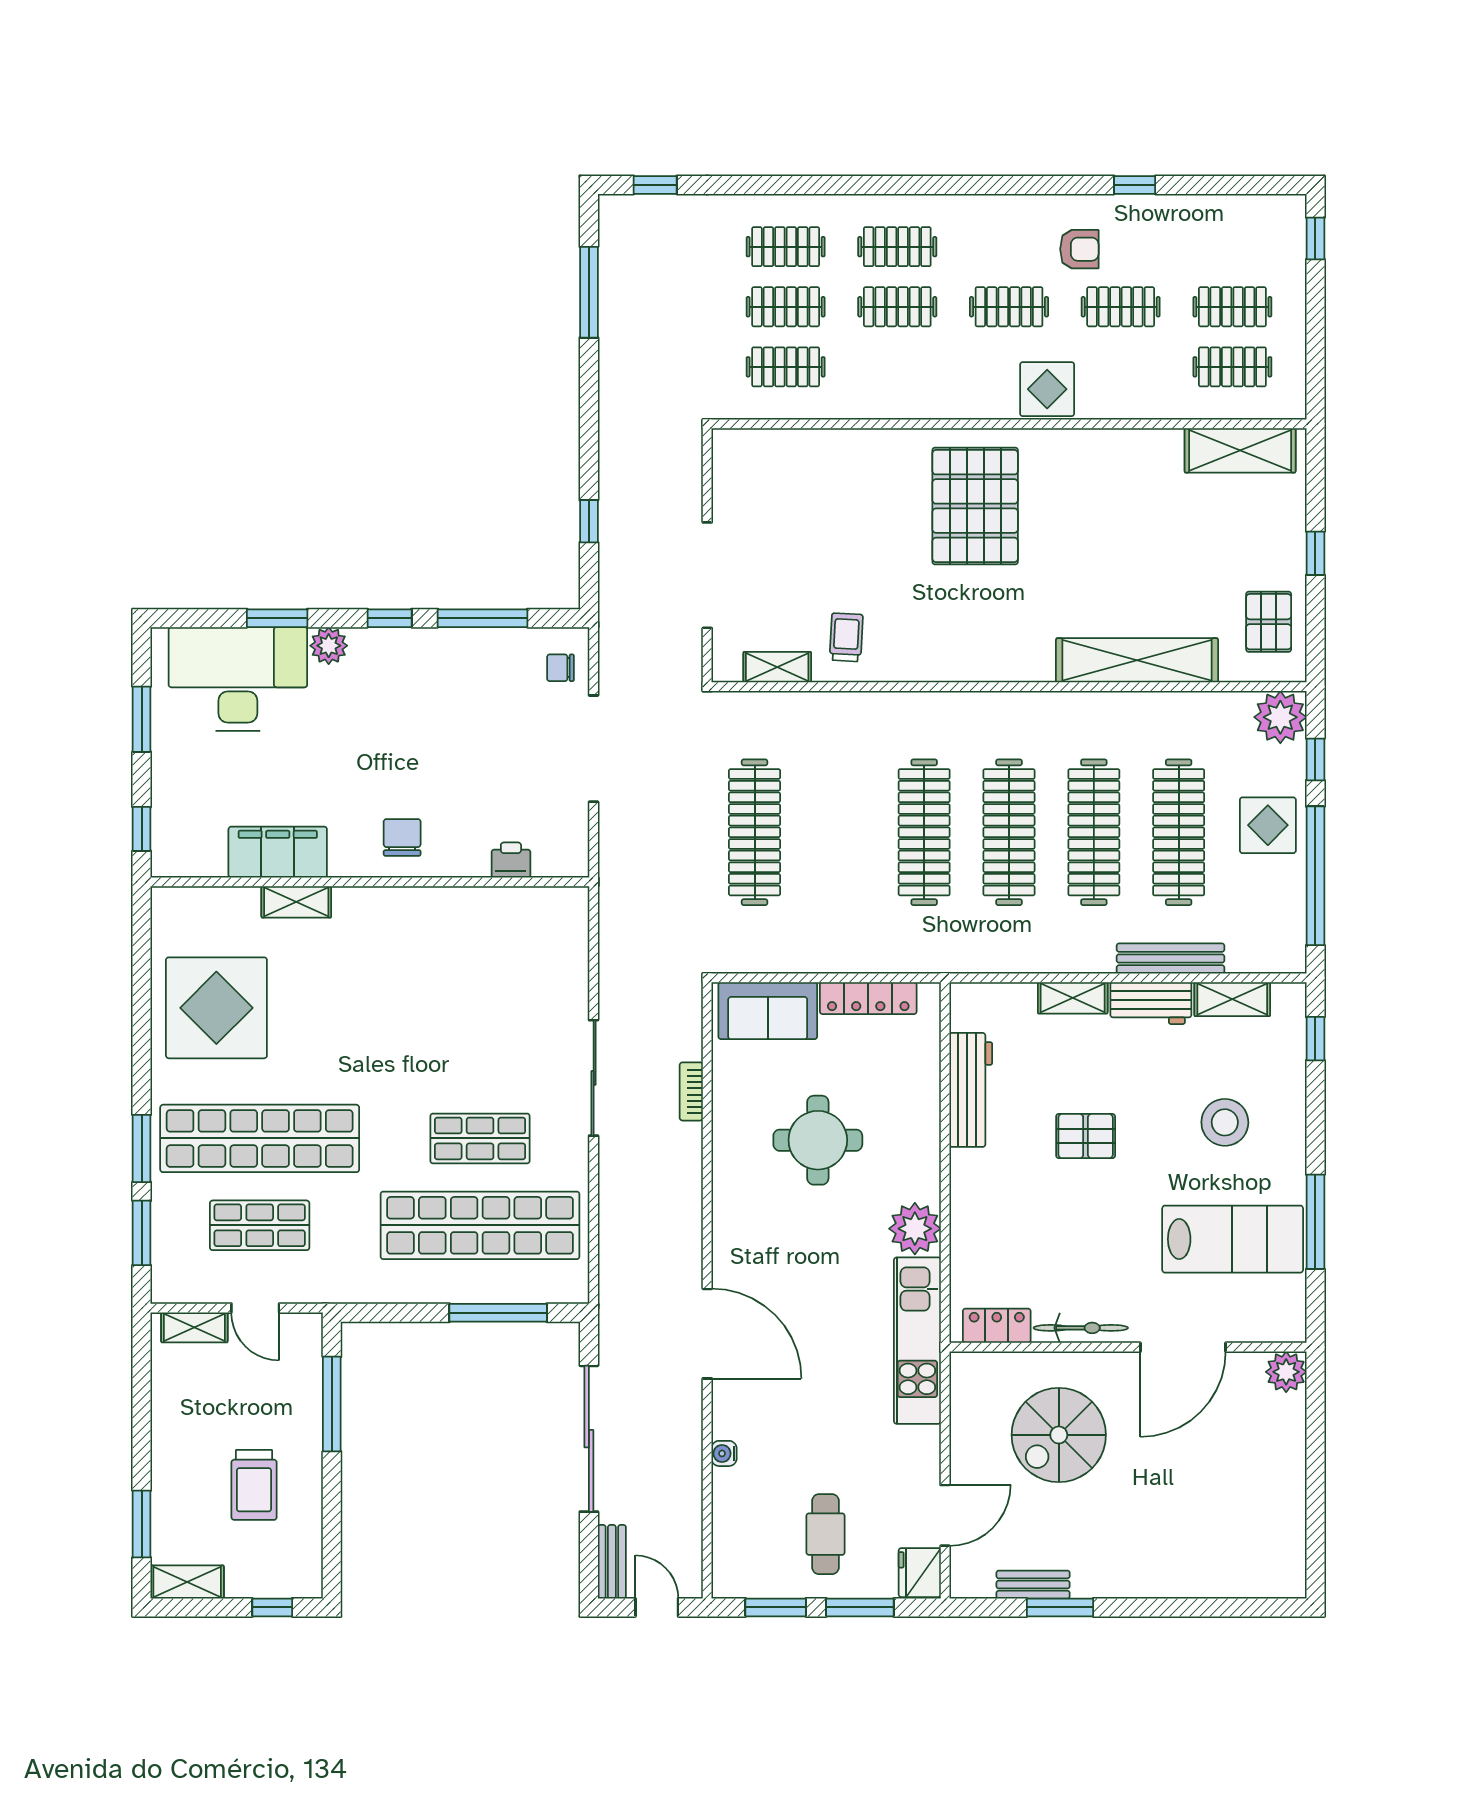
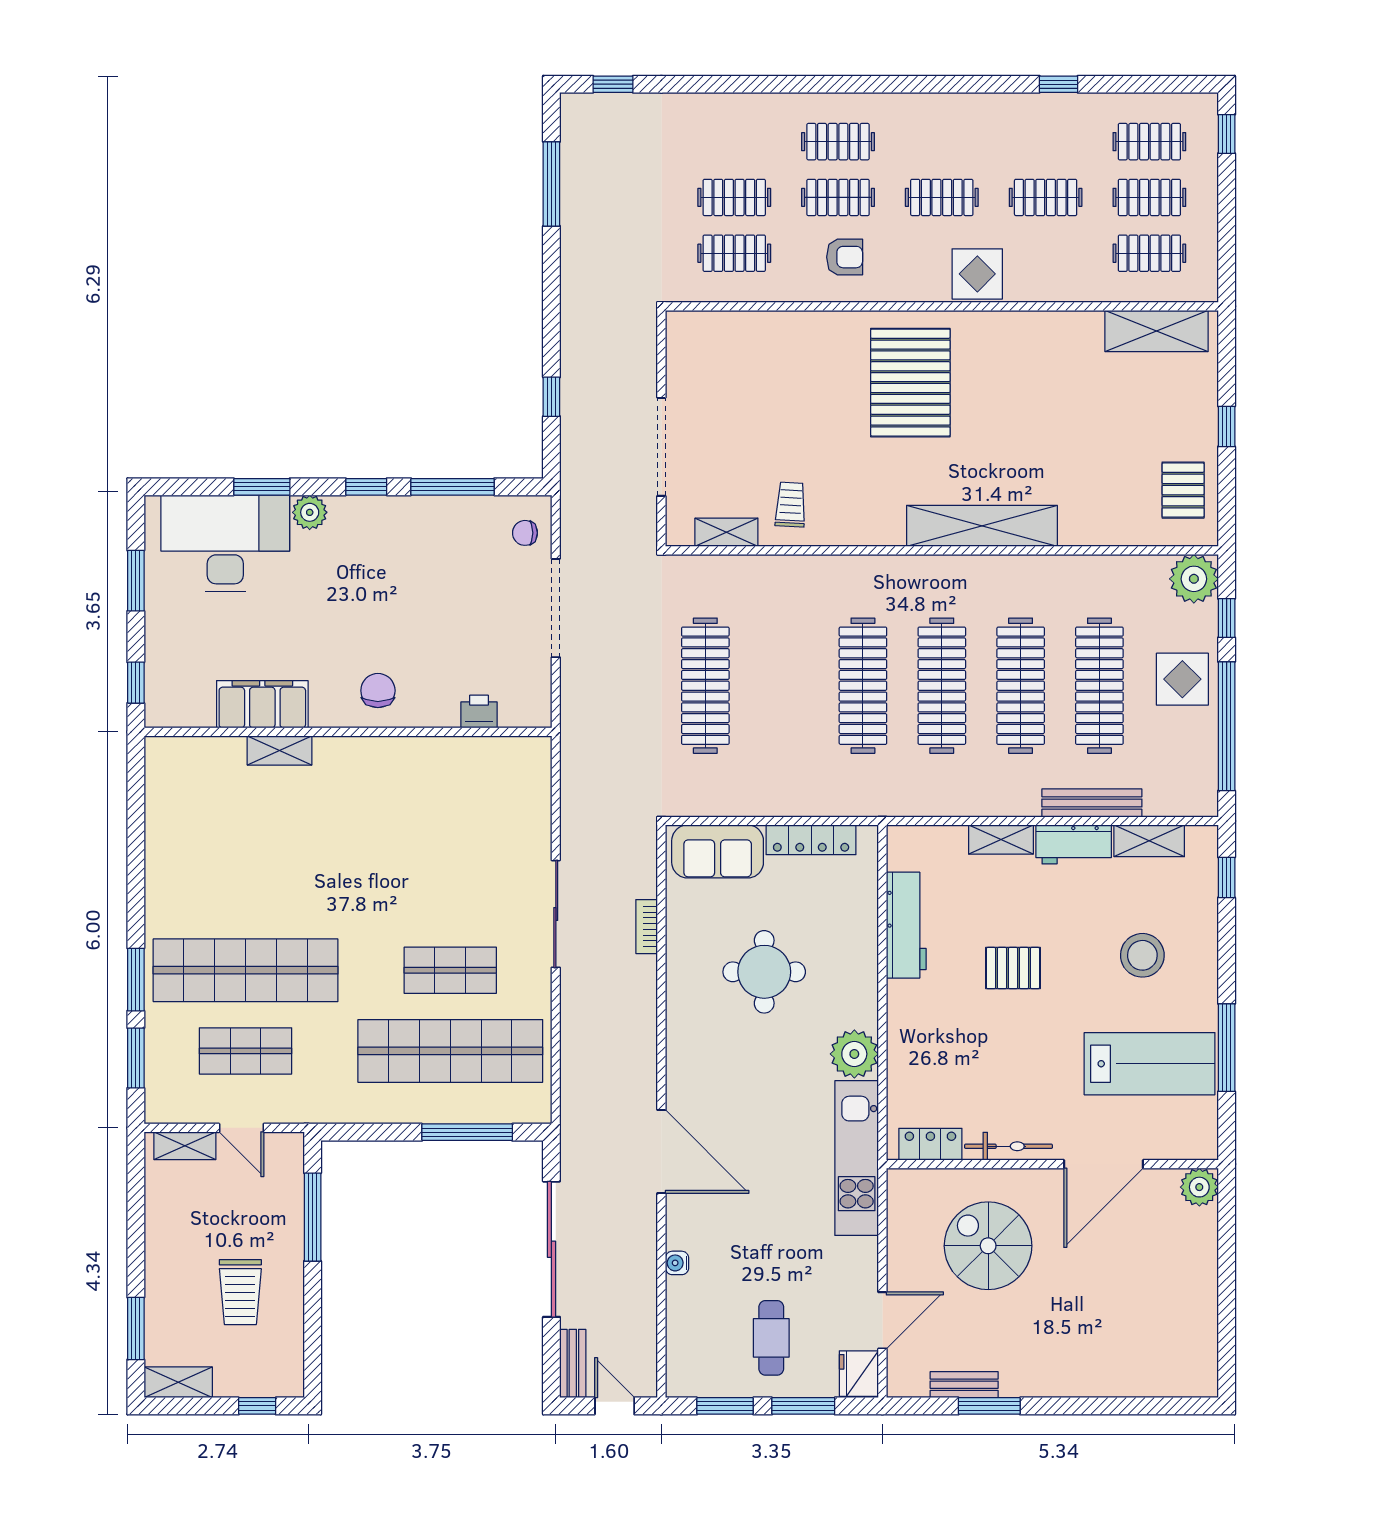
clothes rail: (786, 247) -> (1149, 142), moved
armchair: (1079, 249) -> (845, 257), moved
shelving: (1137, 660) -> (982, 526), moved
display table: (216, 1008) -> (205, 849), removed
spiral stairs: (1059, 1435) -> (988, 1246), turned 90

